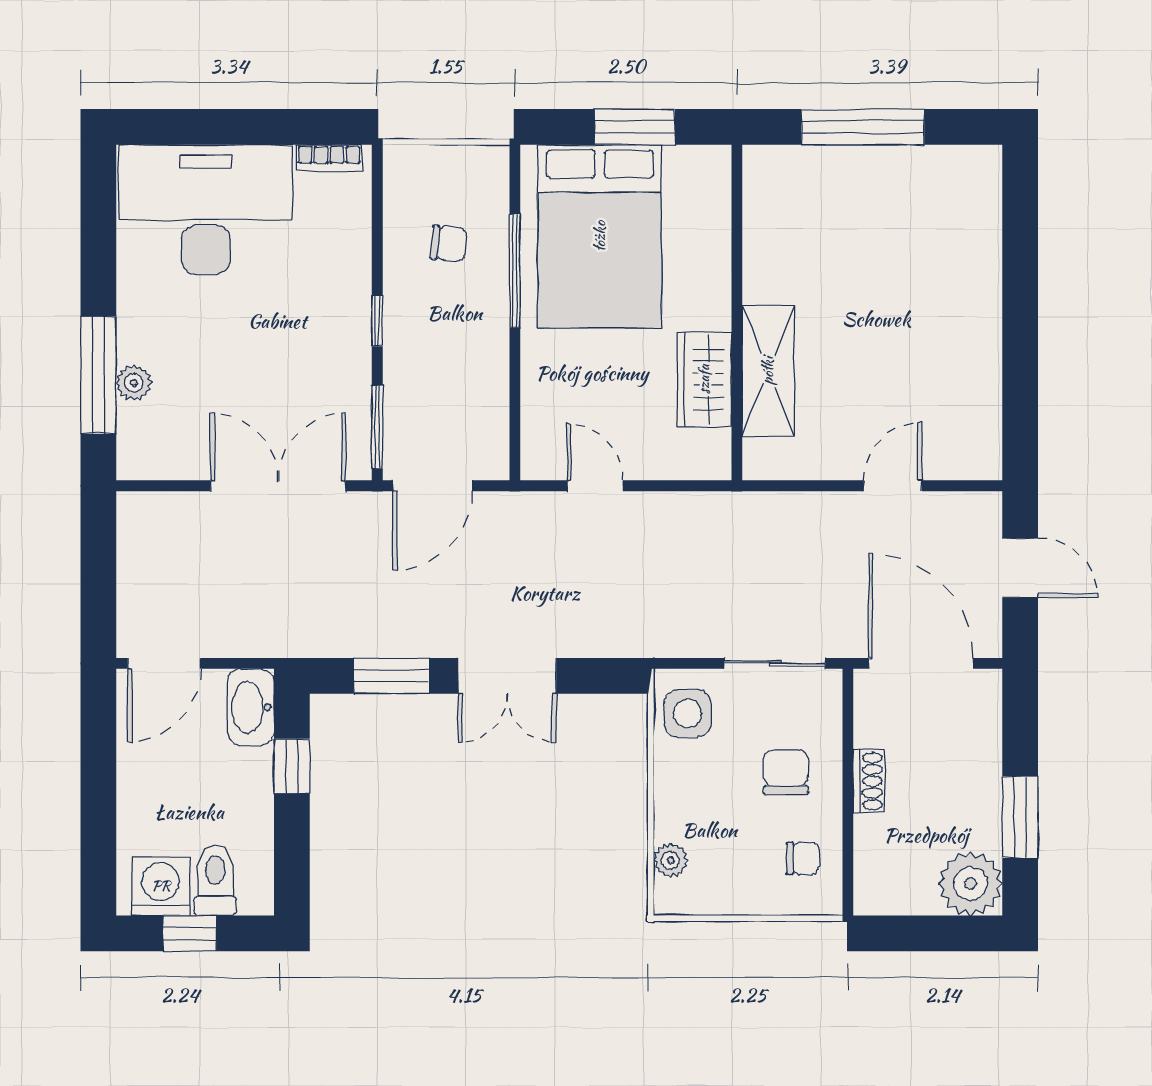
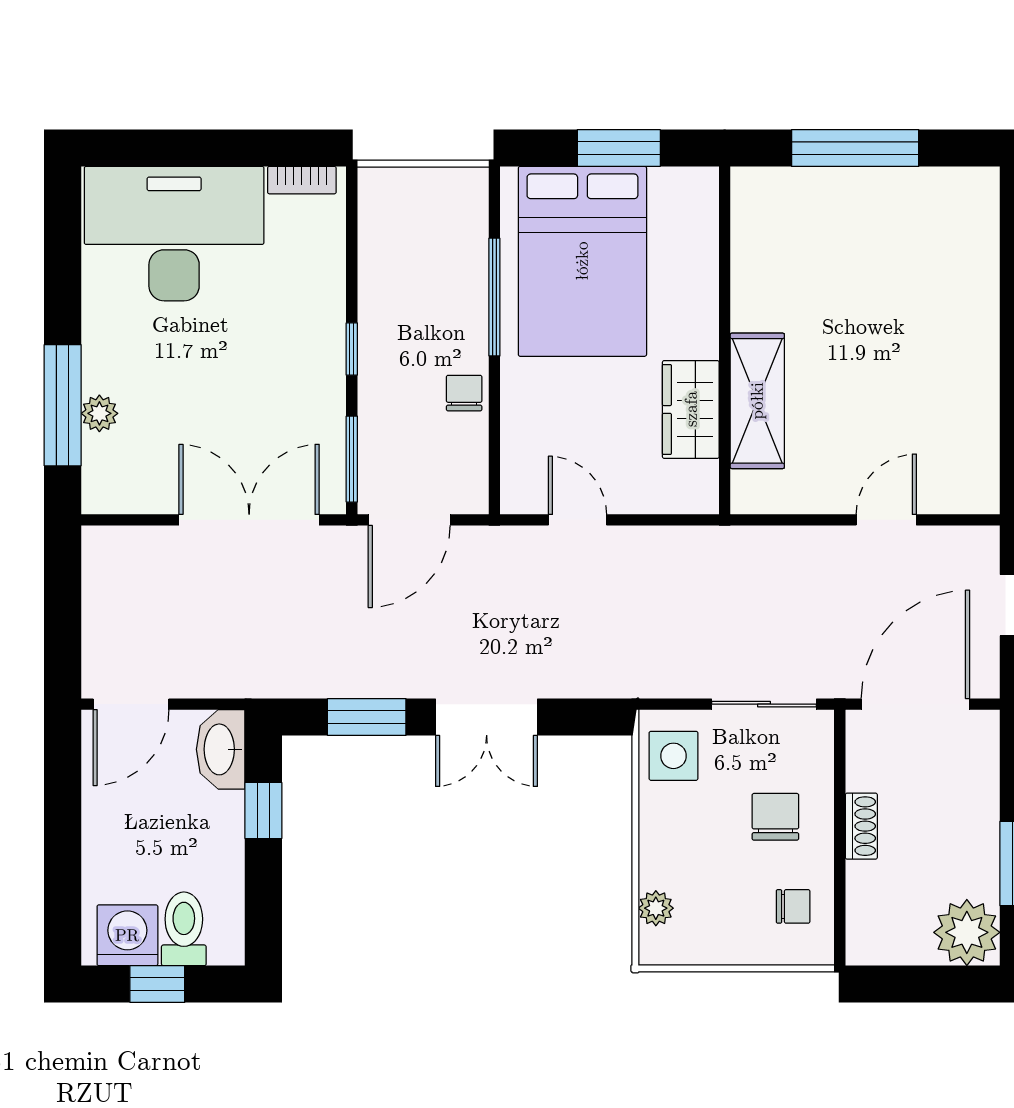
chair: (449, 243) -> (464, 393), moved, turned -95
door: (921, 663) -> (915, 704), hinge flipped

